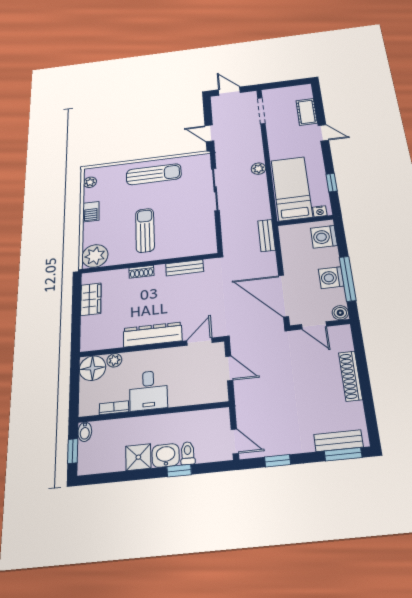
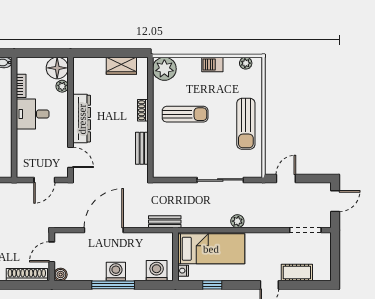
boiler: (340, 313) -> (61, 275), moved
door: (314, 325) -> (52, 252), moved
wall: (320, 325) -> (52, 257), moved

